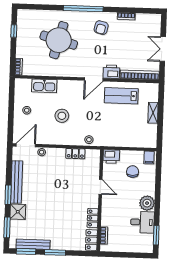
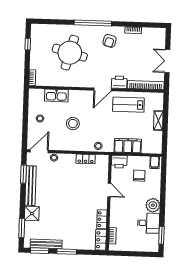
filing cabinet: (120, 139) -> (128, 146), added
window: (8, 195) -> (23, 174), moved

